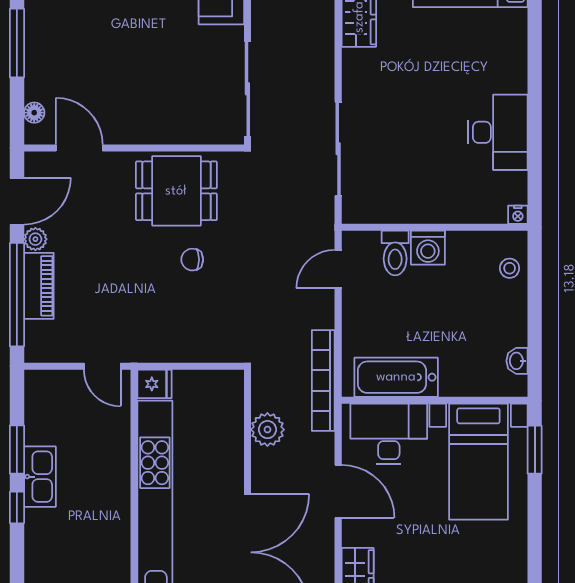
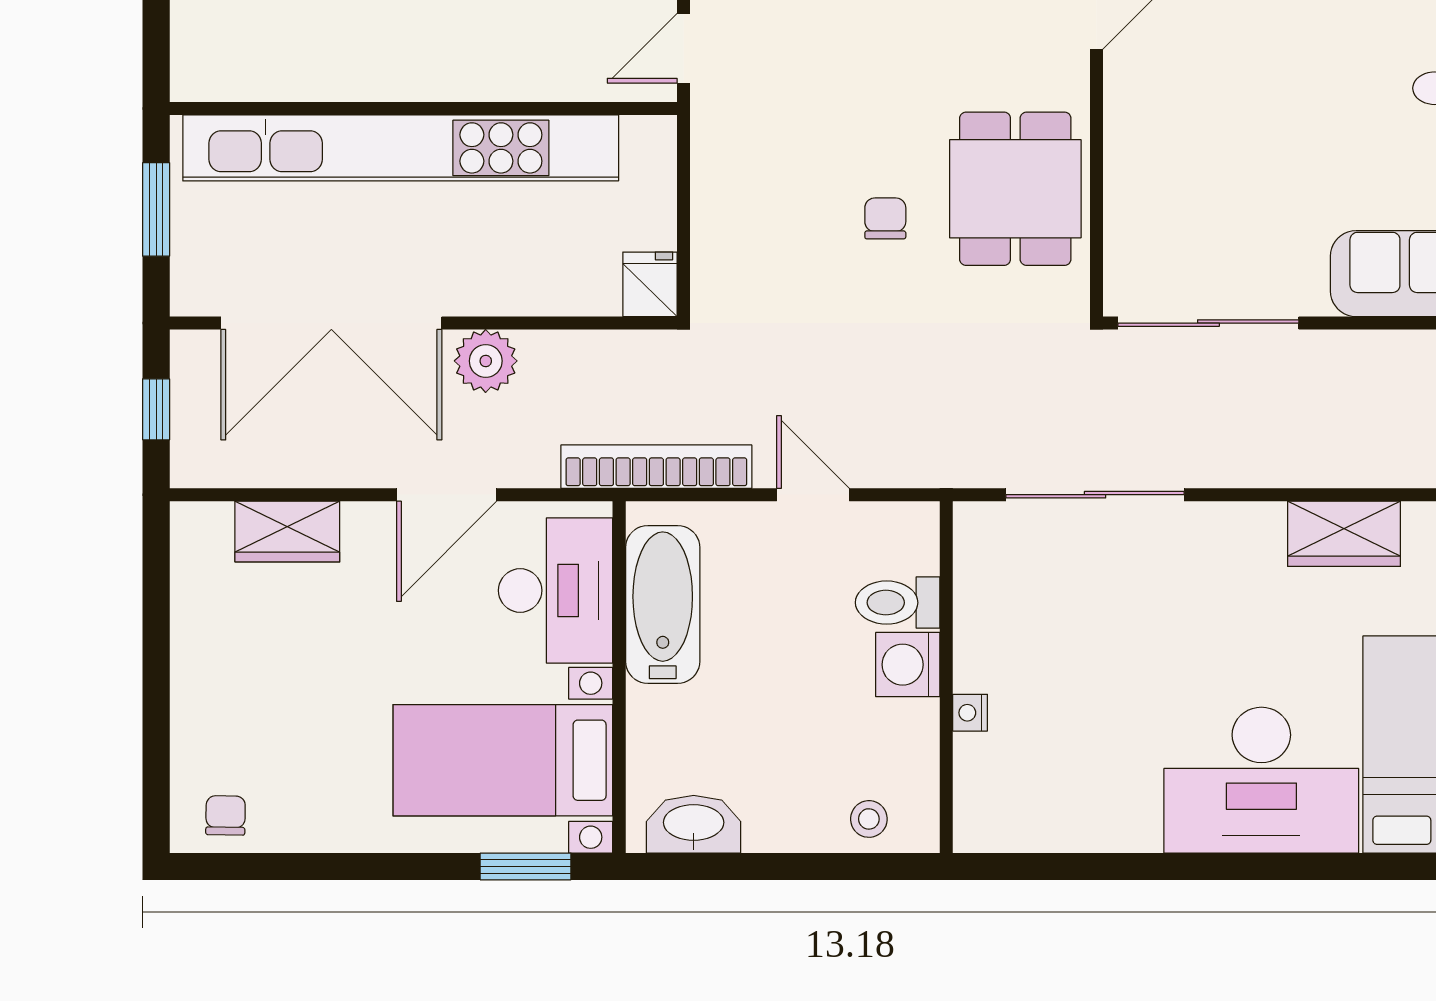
desk: (498, 132) -> (1261, 780), moved, width x1.36, depth x1.30
nightstand: (518, 215) -> (970, 713), moved
door: (338, 269) -> (813, 495), moved
washbasin: (517, 361) -> (694, 824), width x1.91, depth x1.45
fridge: (154, 384) -> (650, 284), moved, turned 180
plant: (267, 430) -> (486, 361), moved

